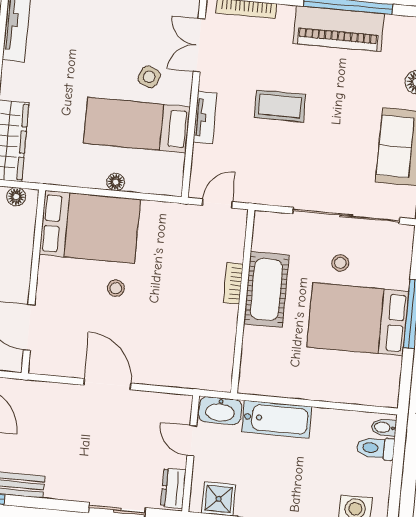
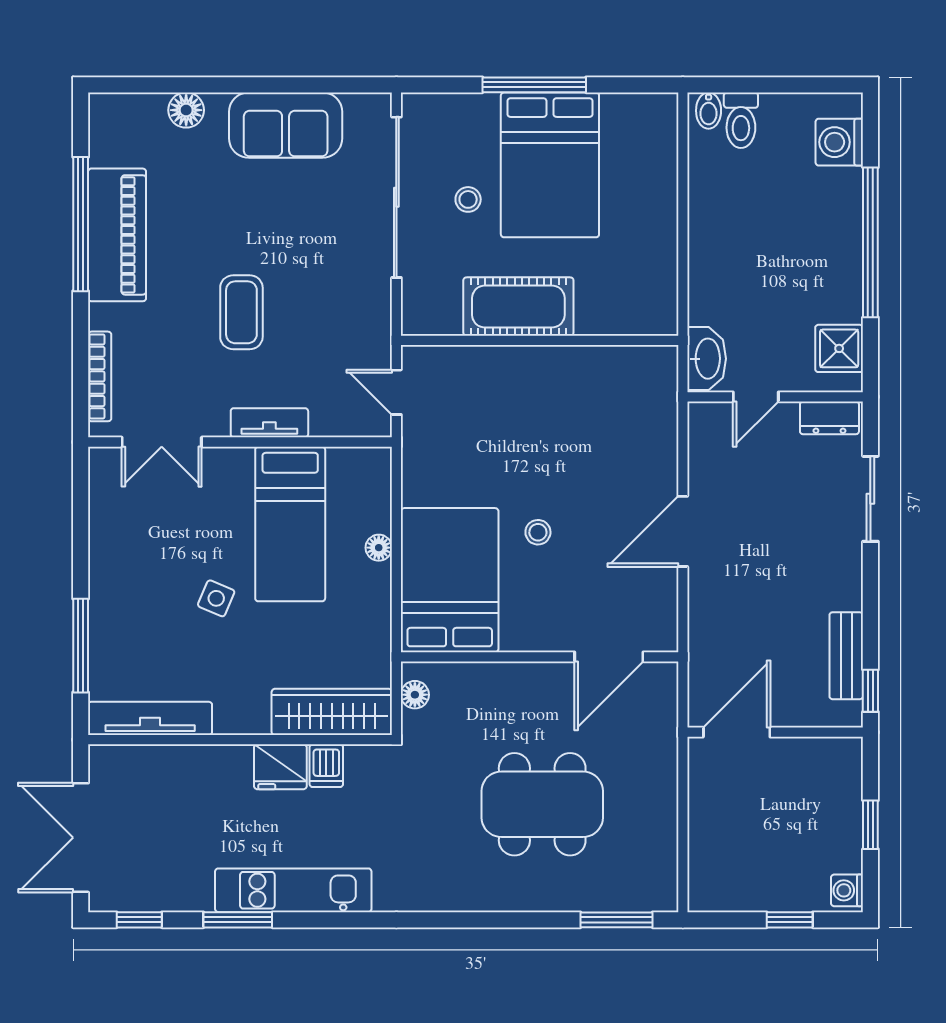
side table: (149, 77) -> (216, 598), moved
bookcase: (233, 283) -> (514, 357), removed
bathtub: (277, 419) -> (711, 273), removed

